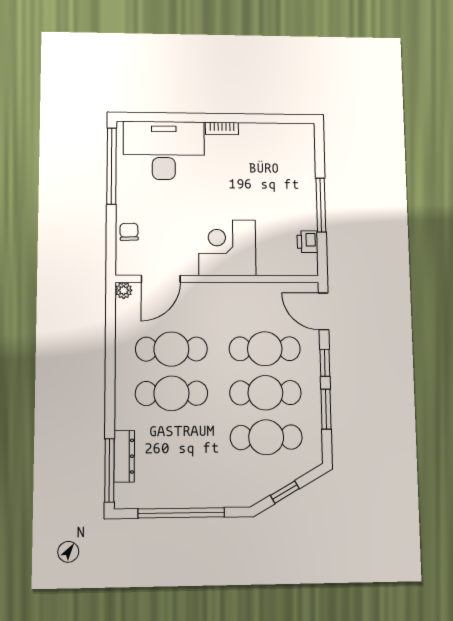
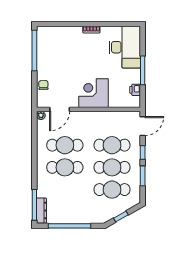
desk: (164, 150) -> (125, 47), moved, turned 90
door: (324, 311) -> (143, 126), swing flipped
dresser: (124, 456) -> (41, 211), moved

